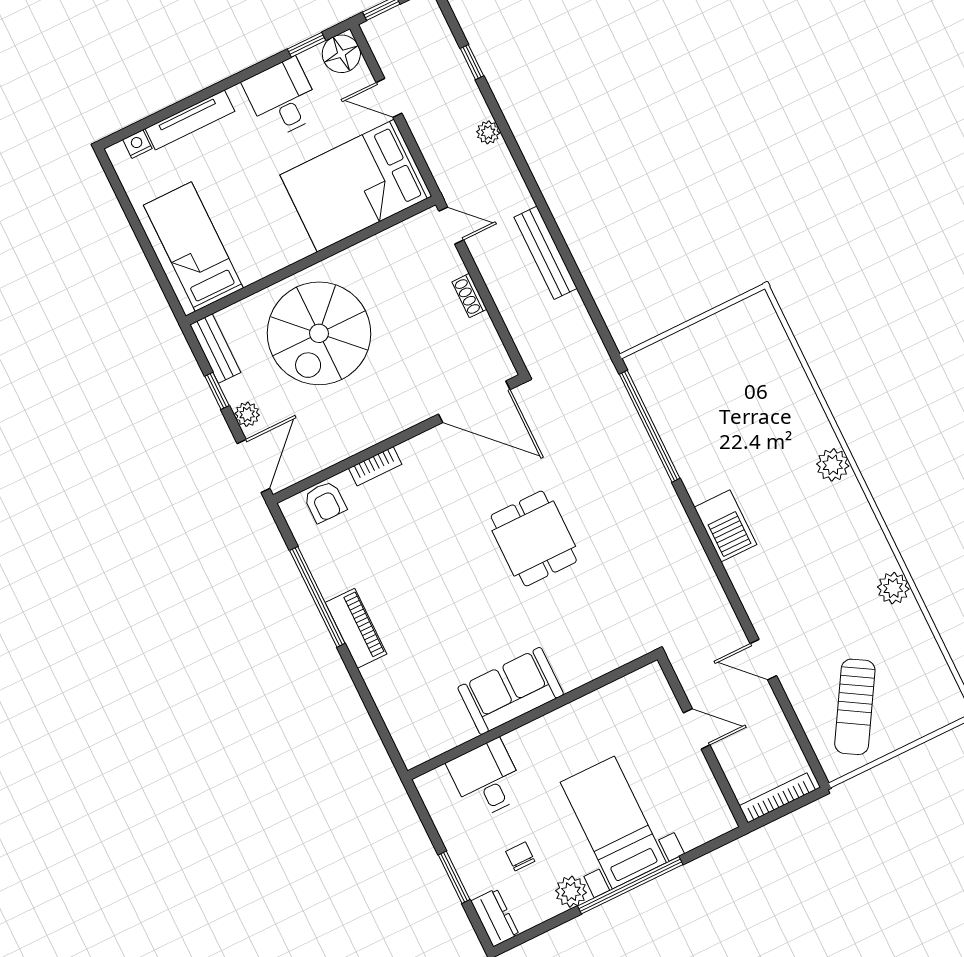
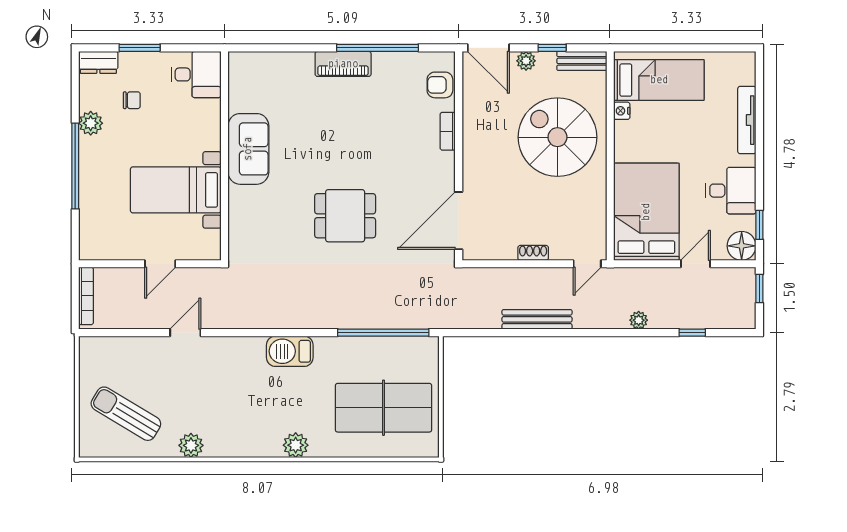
nightstand: (137, 144) -> (622, 111), moved, turned 180
table tennis table: (738, 383) -> (383, 408), added
sun lounger: (855, 707) -> (126, 414), moved
desk: (487, 779) -> (196, 74), moved
bed with nightstands: (613, 822) -> (176, 190), moved, turned 180

